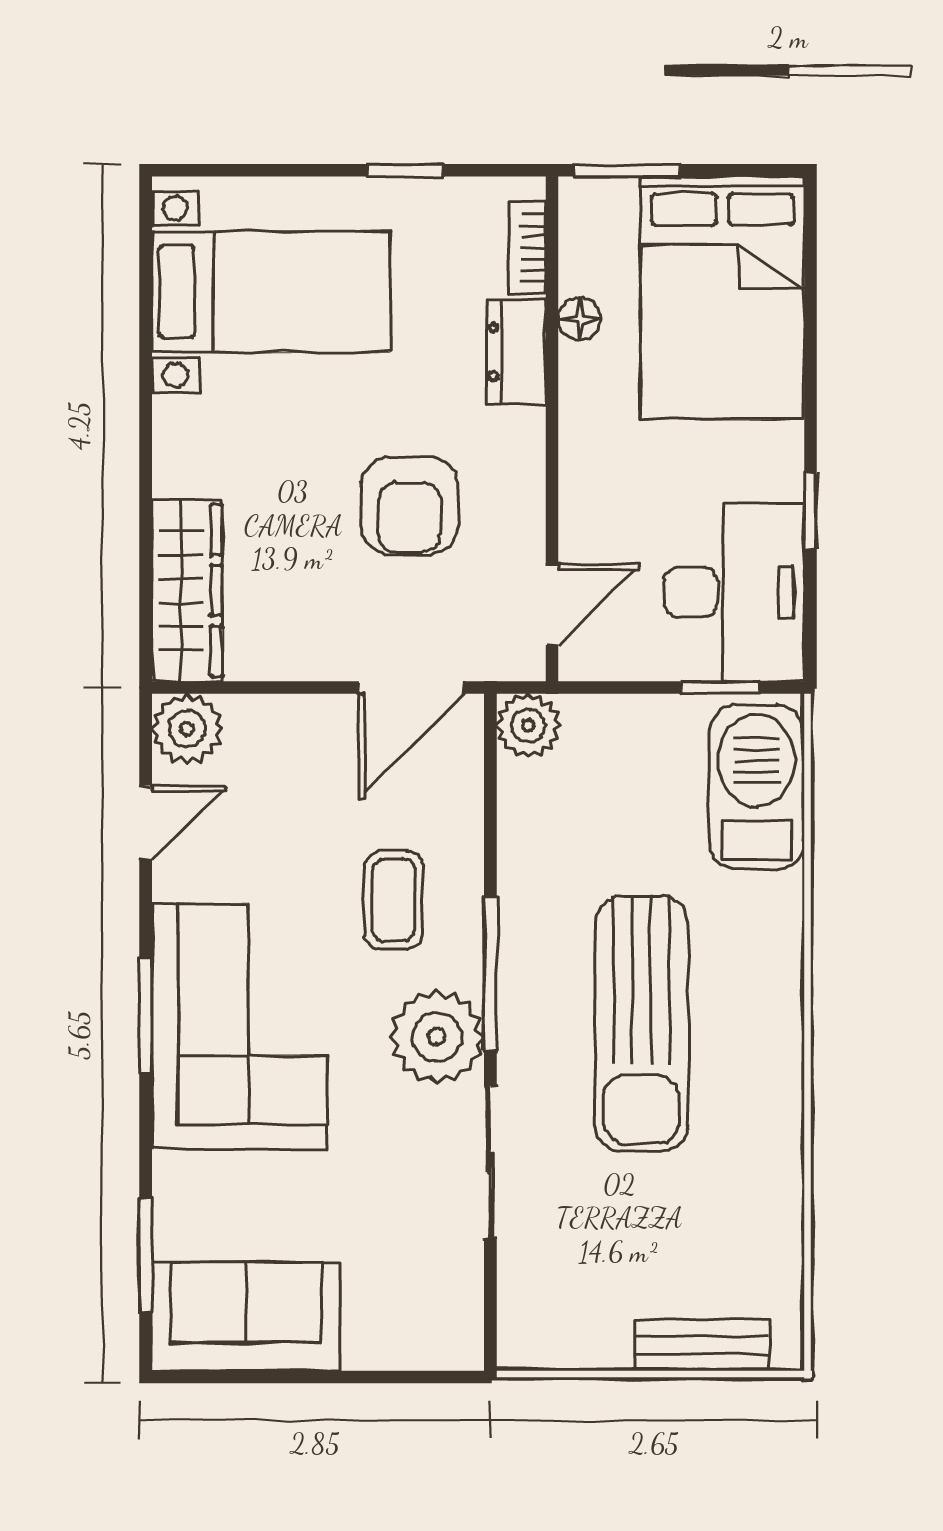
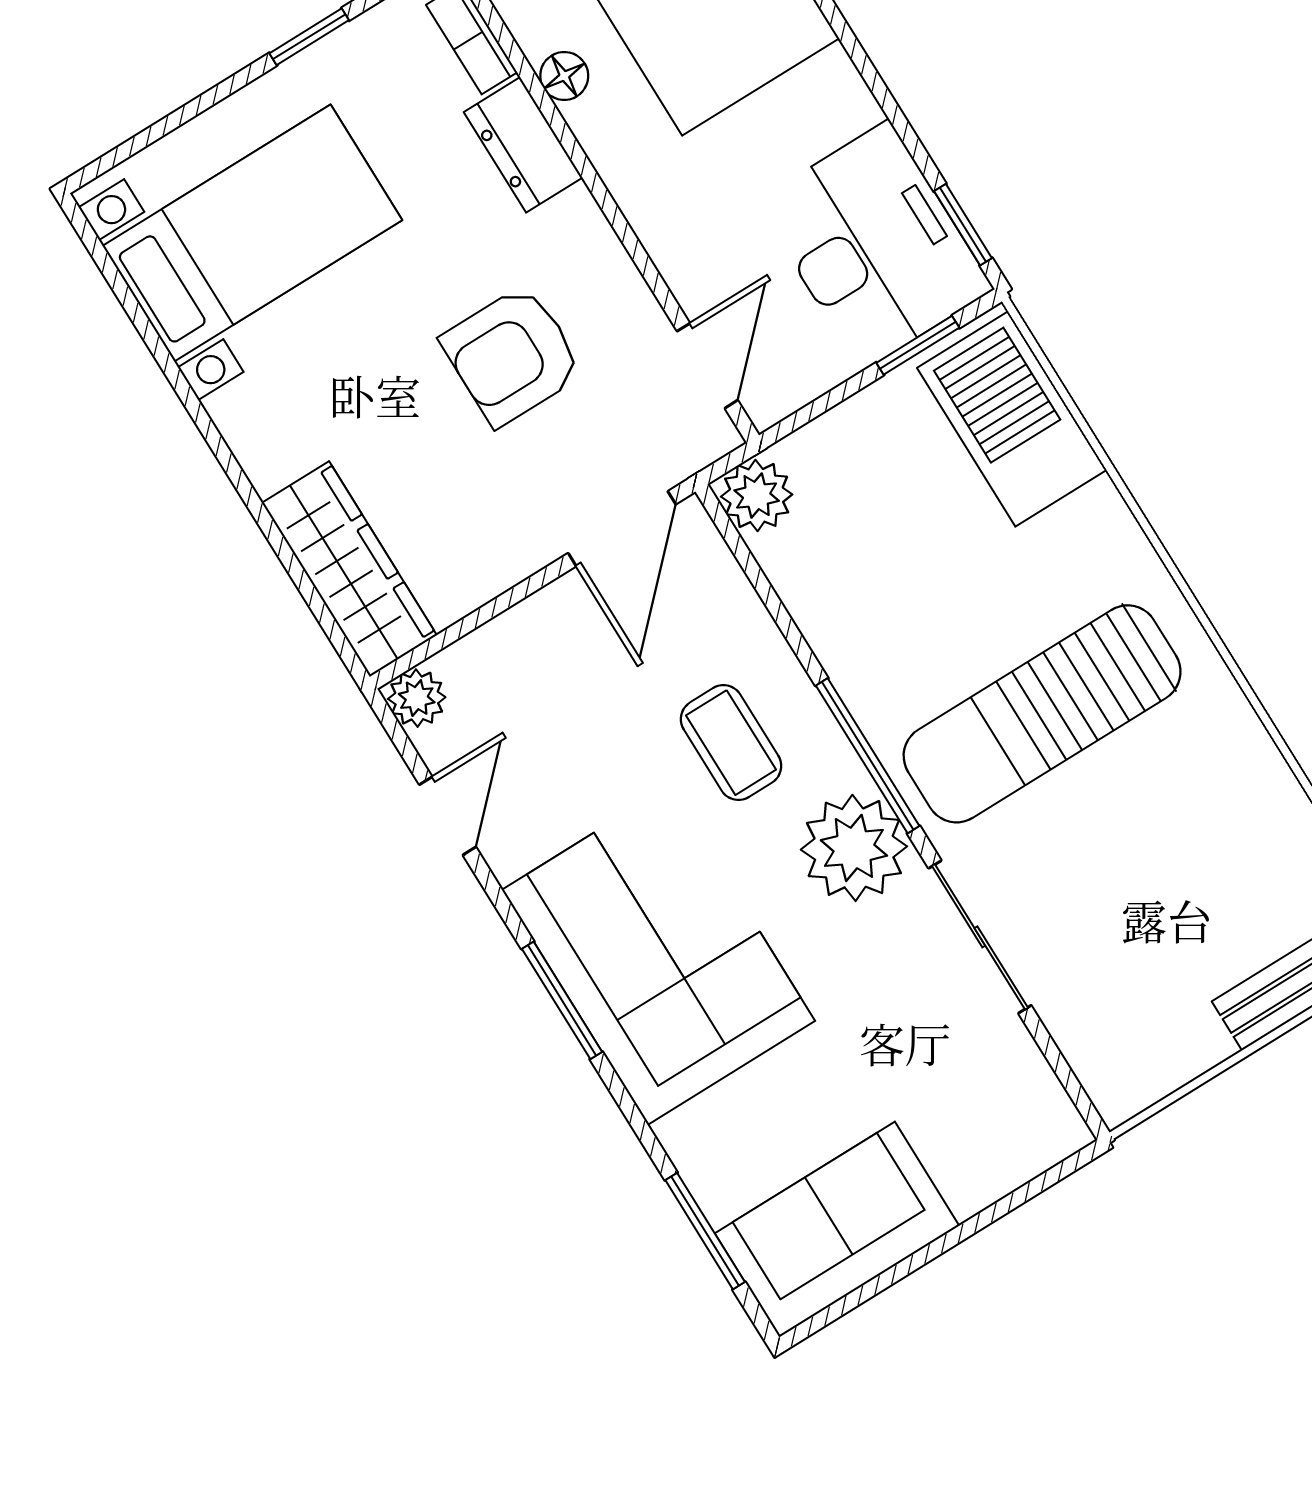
armchair: (410, 506) -> (512, 356), turned 90
window: (811, 511) -> (963, 225), moved
plant: (187, 729) -> (417, 698), width x0.73, depth x0.73
sun lounger: (641, 1024) -> (1042, 714), turned 90

